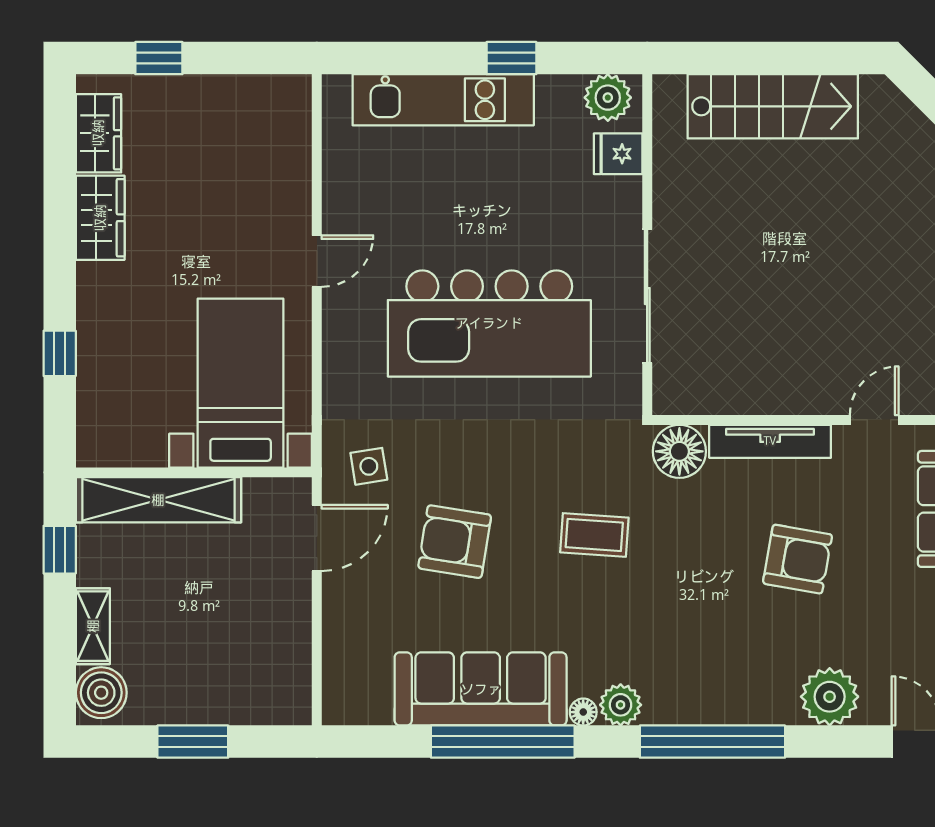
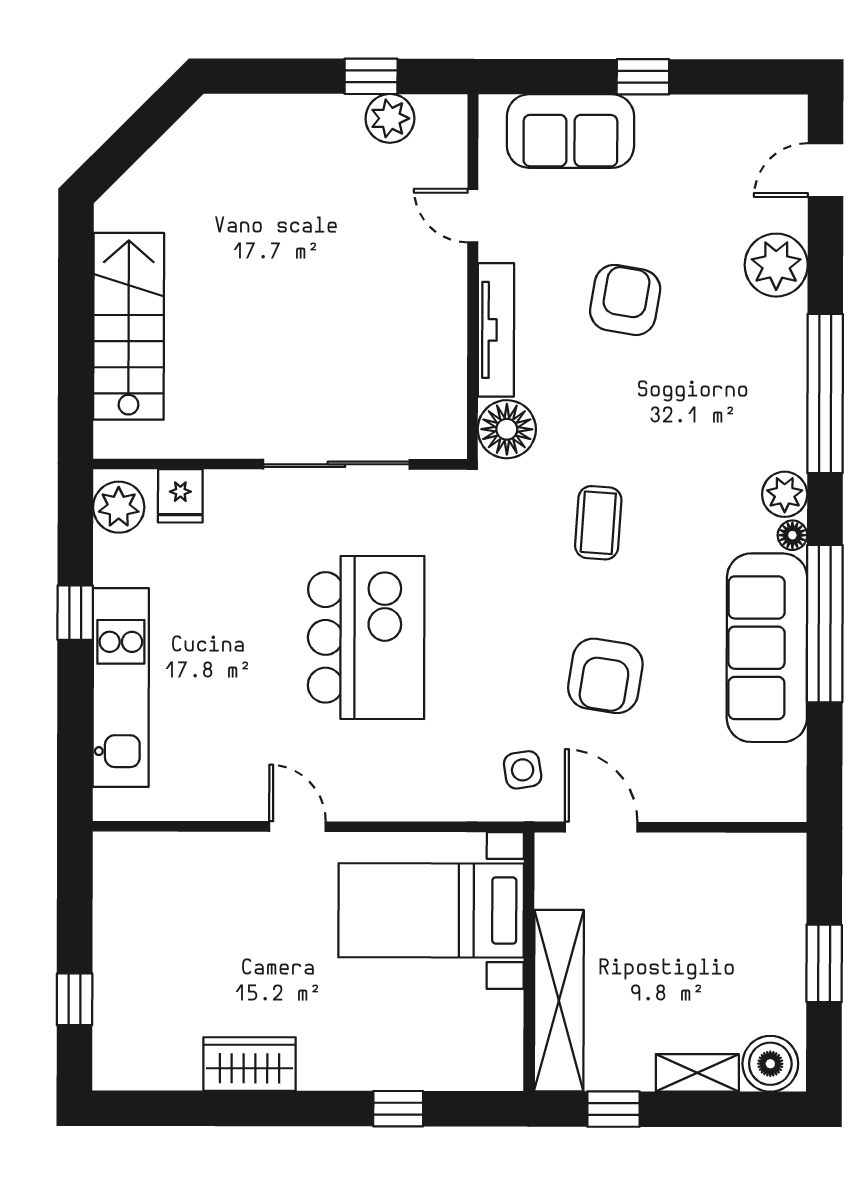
wardrobe: (98, 133) -> (157, 1066), removed
kitchen island: (489, 323) -> (366, 637), width x0.73

